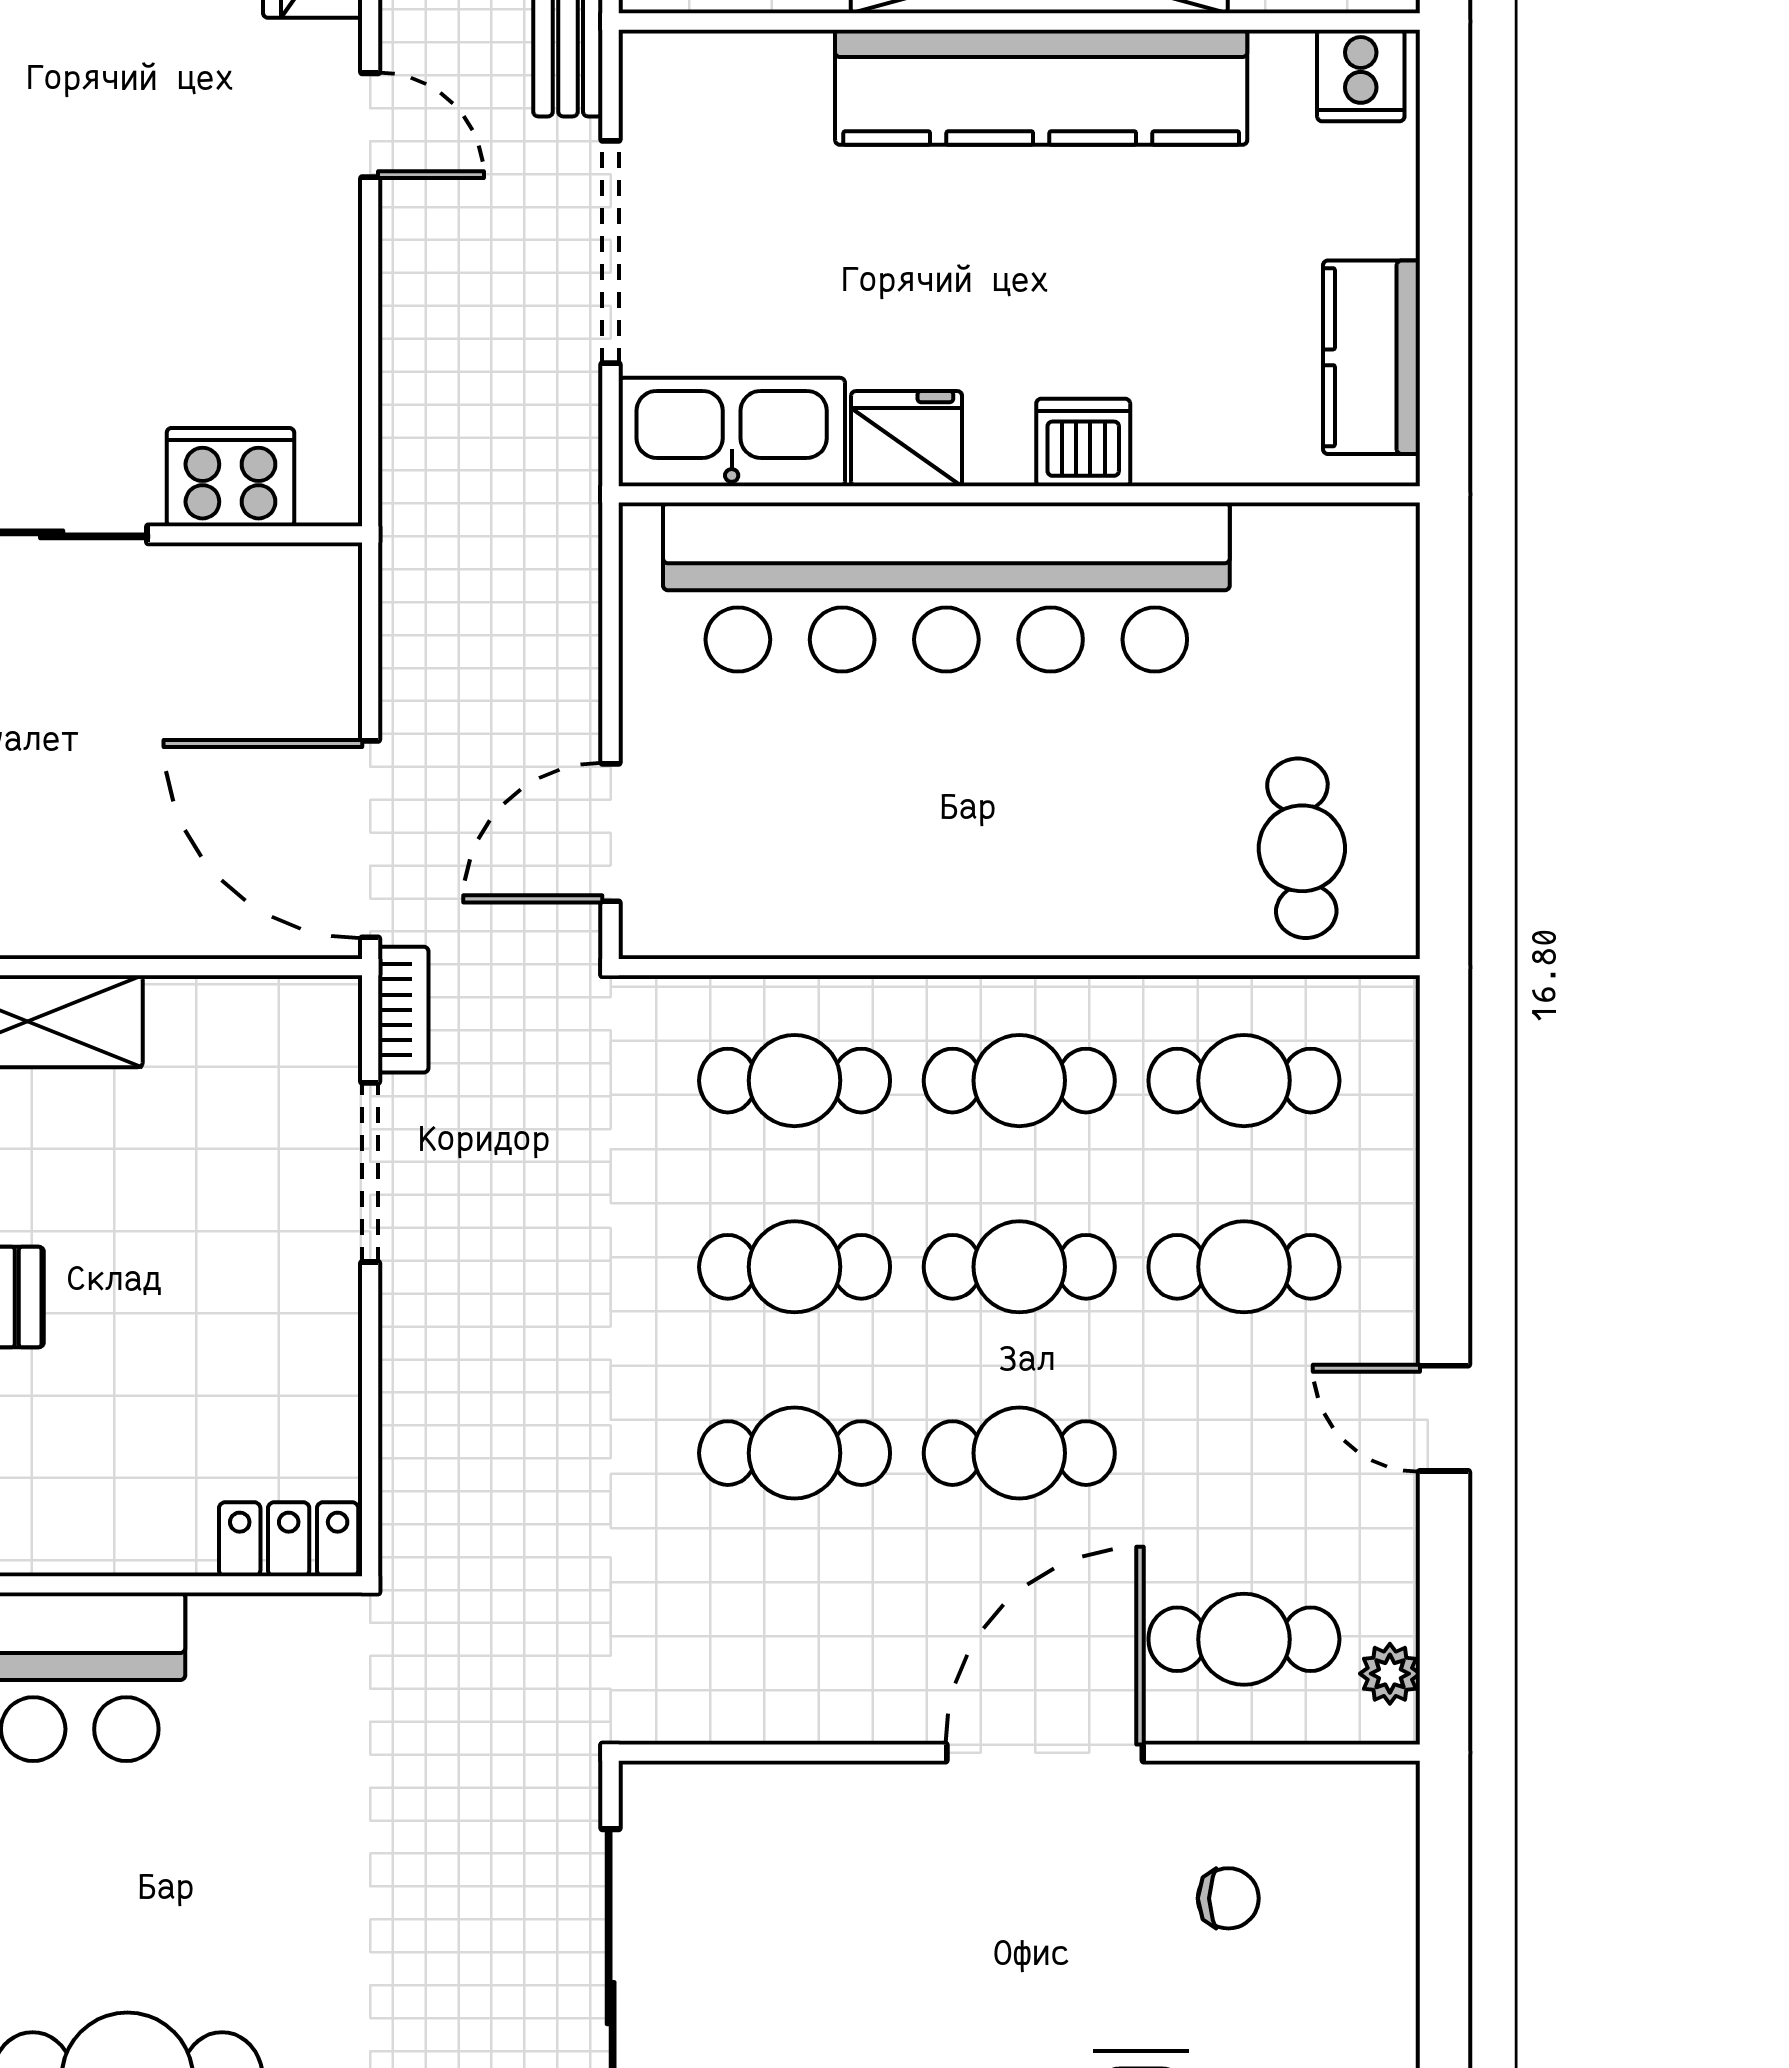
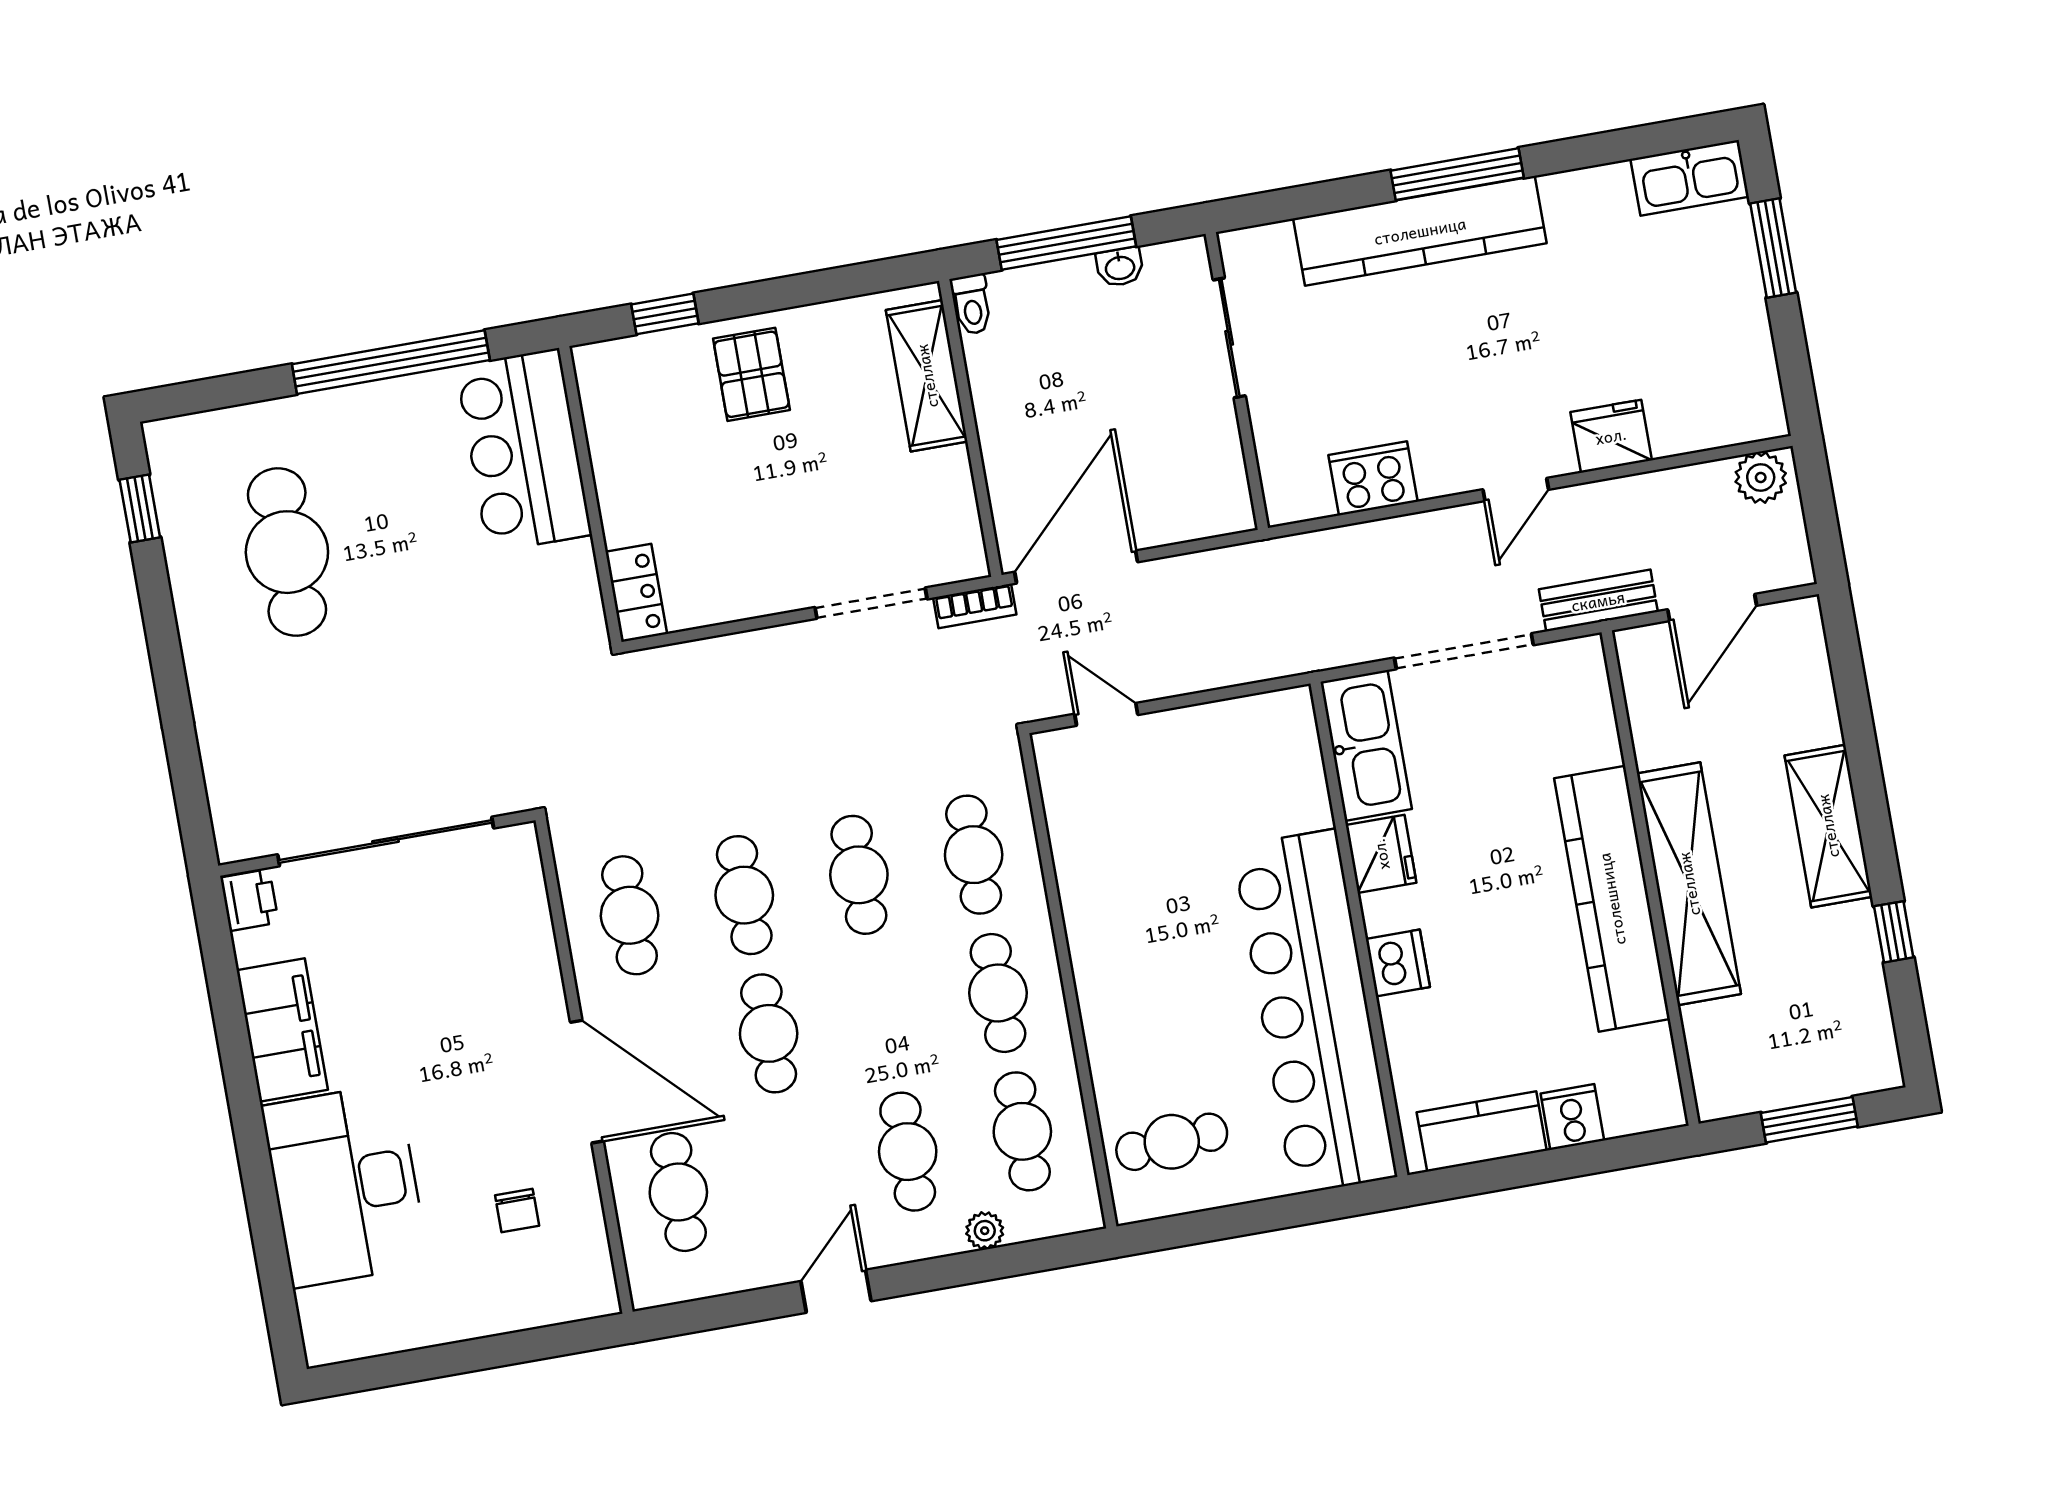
cooker: (1361, 75) -> (1572, 1117), moved, turned 90
cooker: (230, 477) -> (1373, 478), moved, turned -90
bar counter: (946, 587) -> (1315, 1012), moved
door: (611, 833) -> (1106, 714), width x0.73
cafe table: (1019, 1267) -> (630, 915), moved
plant: (1390, 1674) -> (985, 1231), moved

